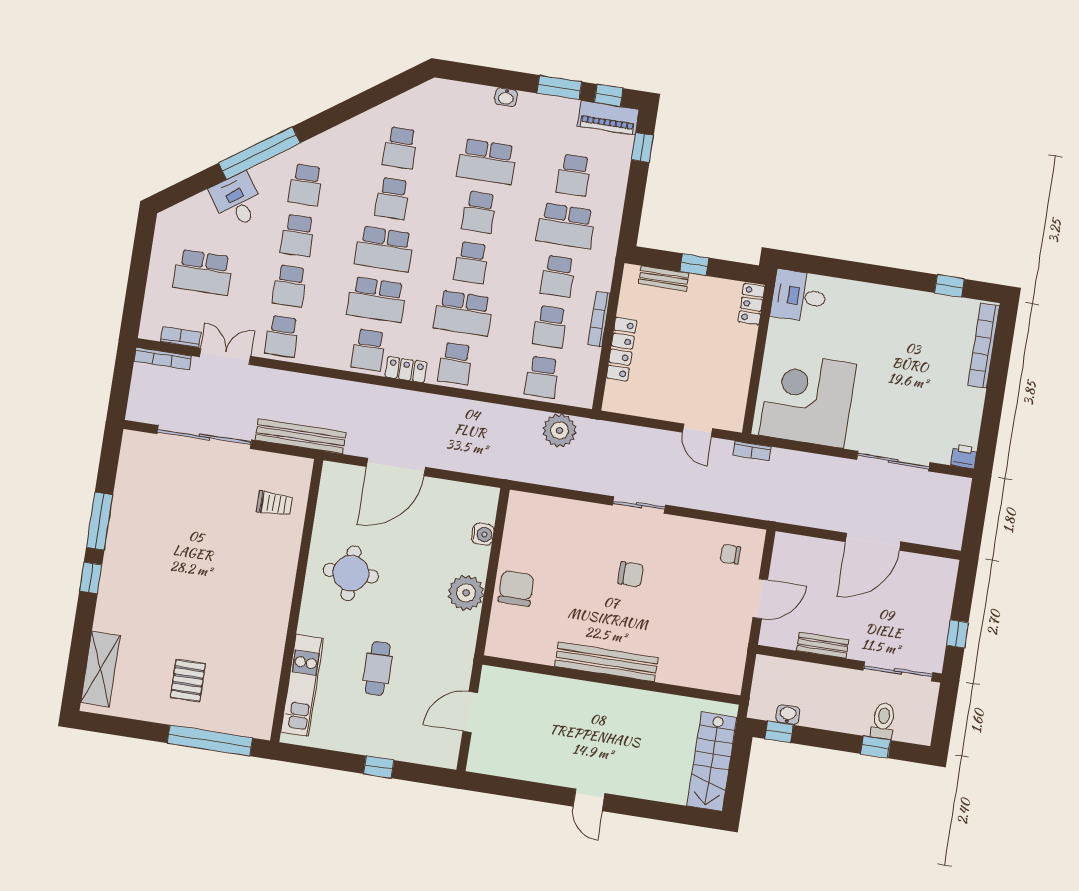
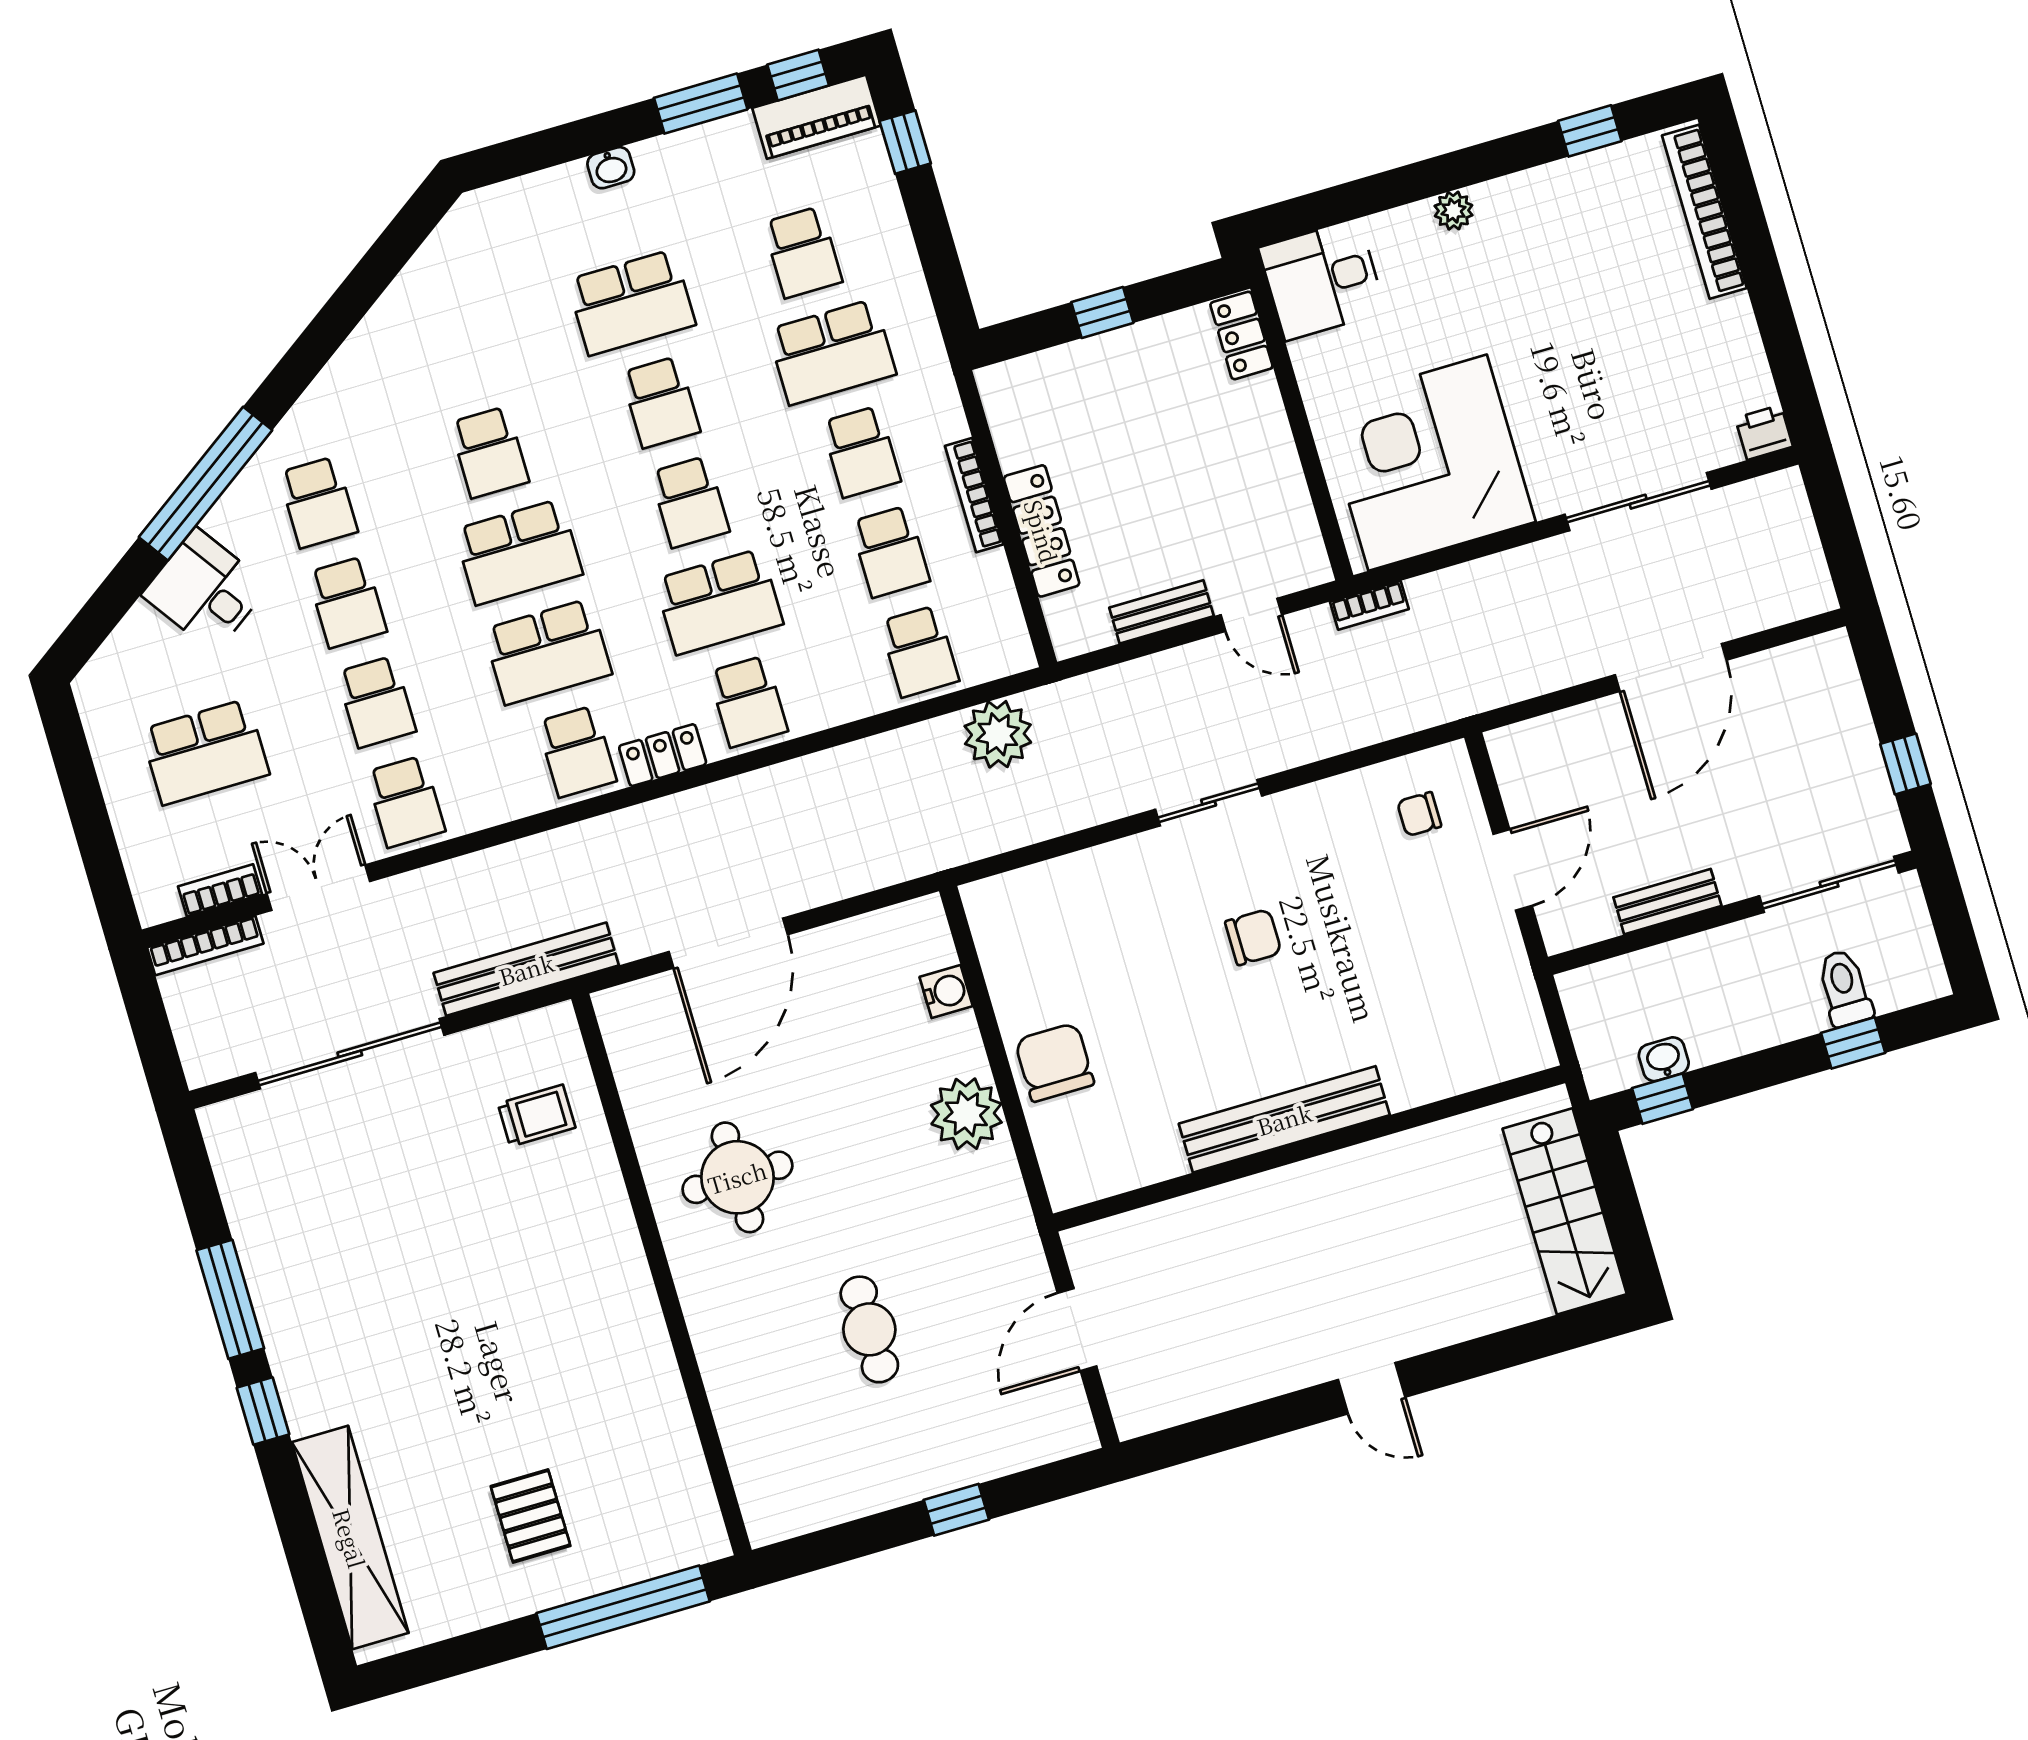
school desk: (400, 148) -> (460, 352), removed
bench: (664, 278) -> (1161, 612), moved
plant: (872, 293) -> (1454, 211), added
shelving: (100, 669) -> (350, 1538), width x1.47
kitchen unit: (302, 685) -> (745, 1425), removed

